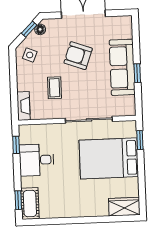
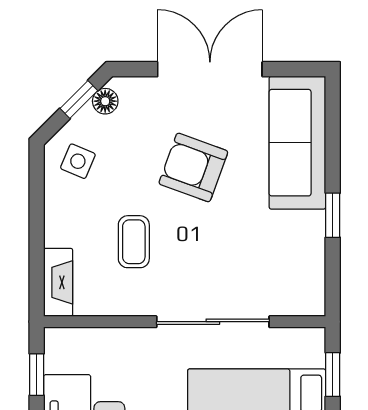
sofa: (122, 67) -> (297, 143), moved

